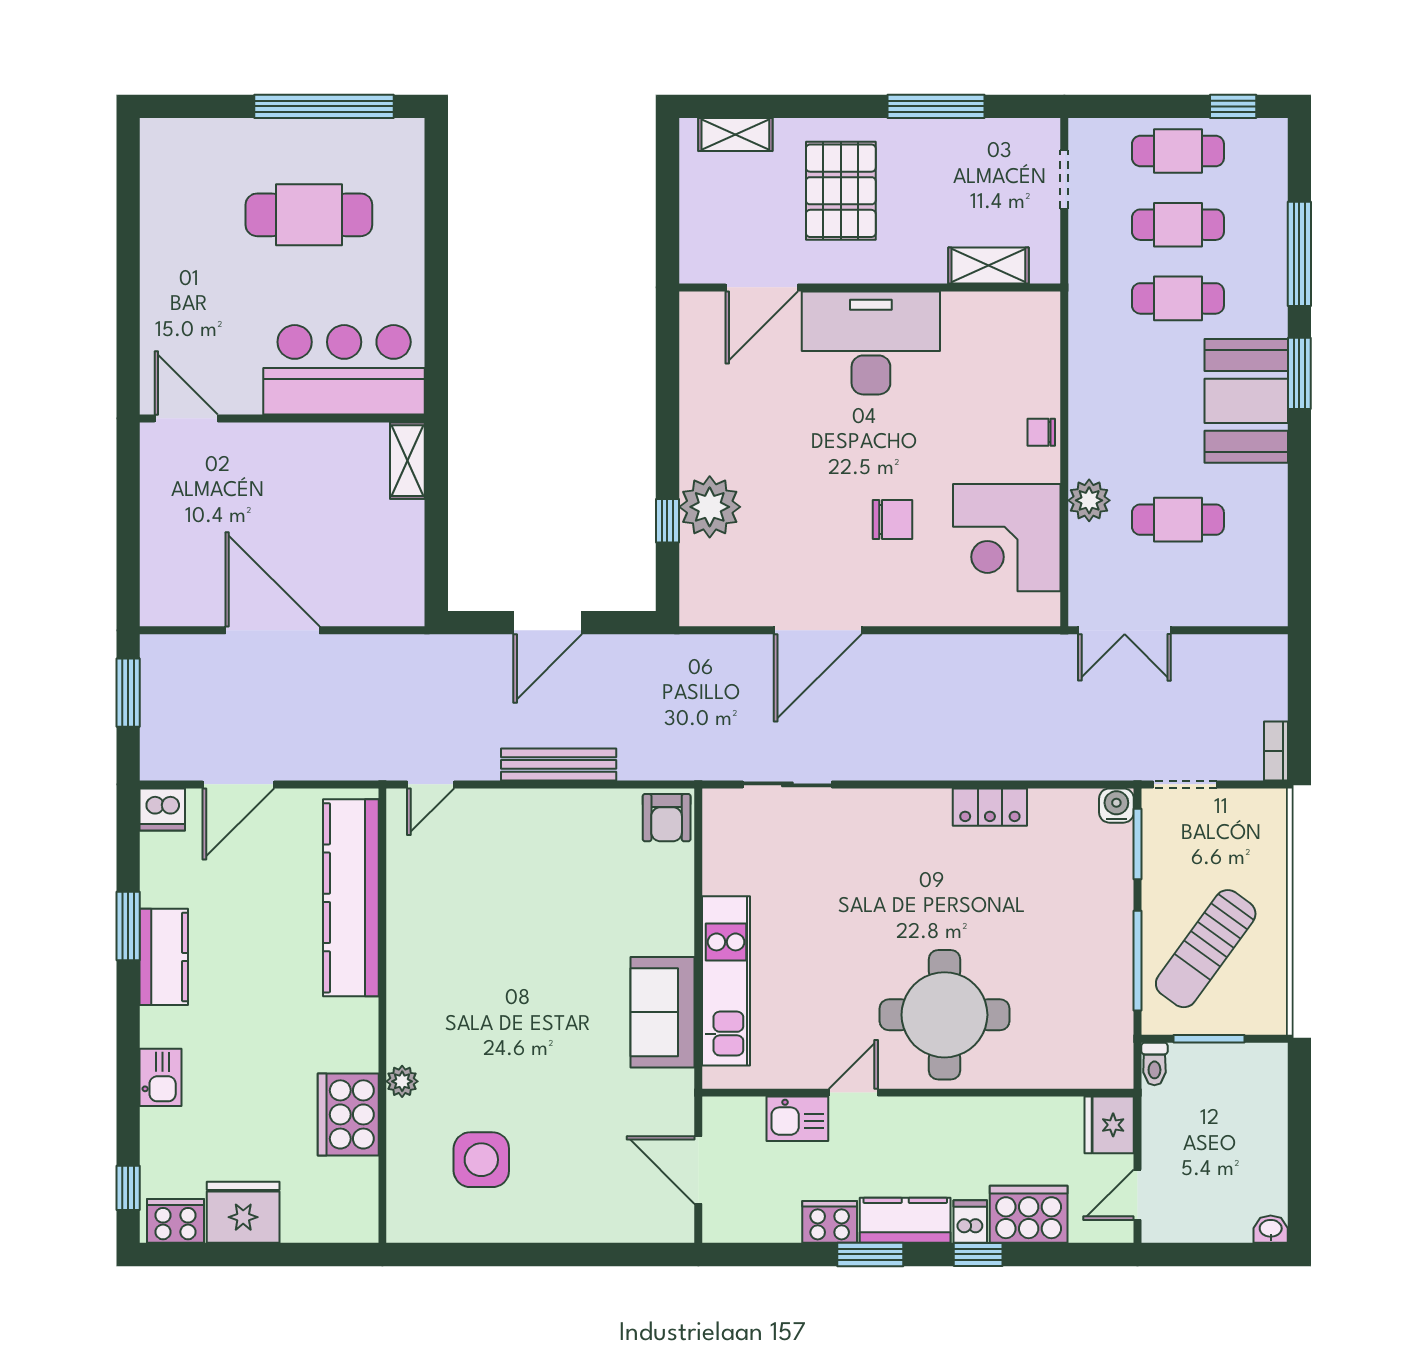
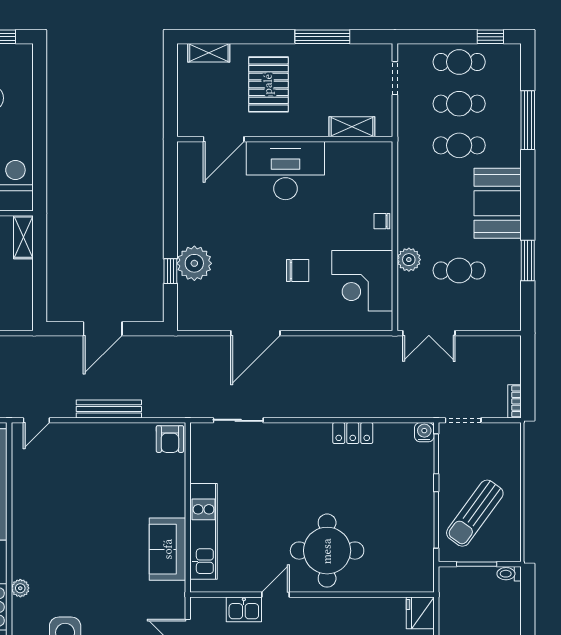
window: (1299, 373) -> (528, 261), moved
toilet: (1154, 1064) -> (509, 574), moved, turned 90

